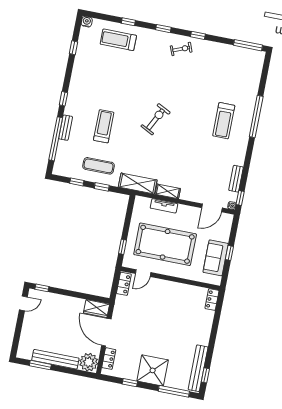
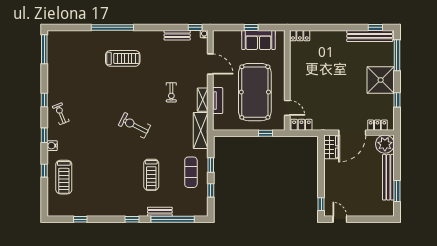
water cooler: (87, 22) -> (52, 146), moved
treadmill: (104, 126) -> (151, 175), turned -90
exercise bike: (181, 162) -> (171, 92), added
door: (212, 208) -> (210, 64), moved

